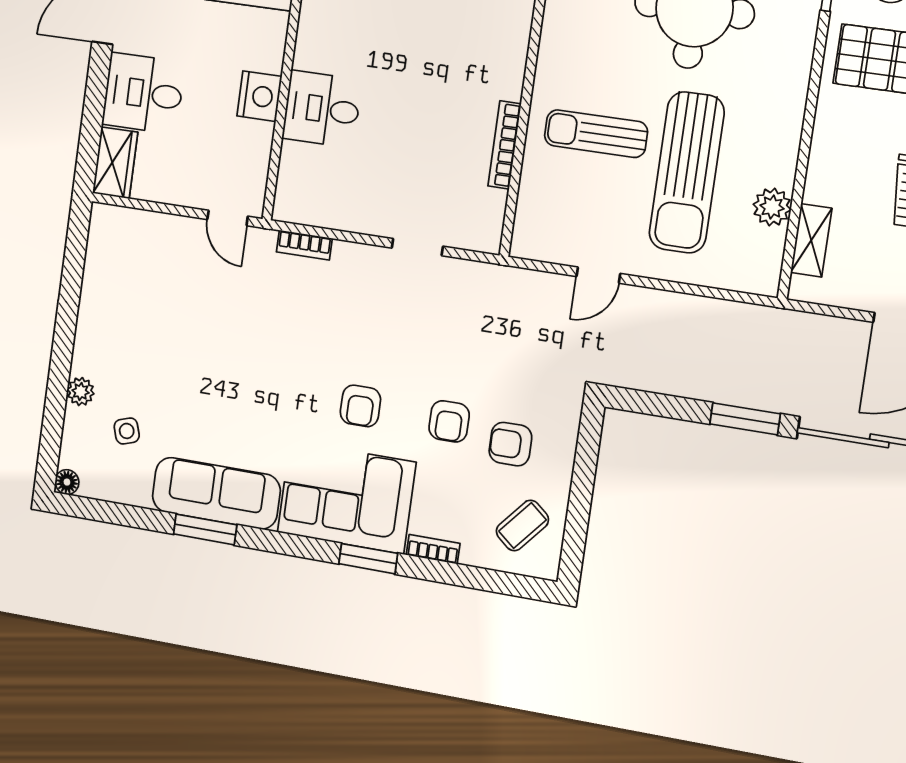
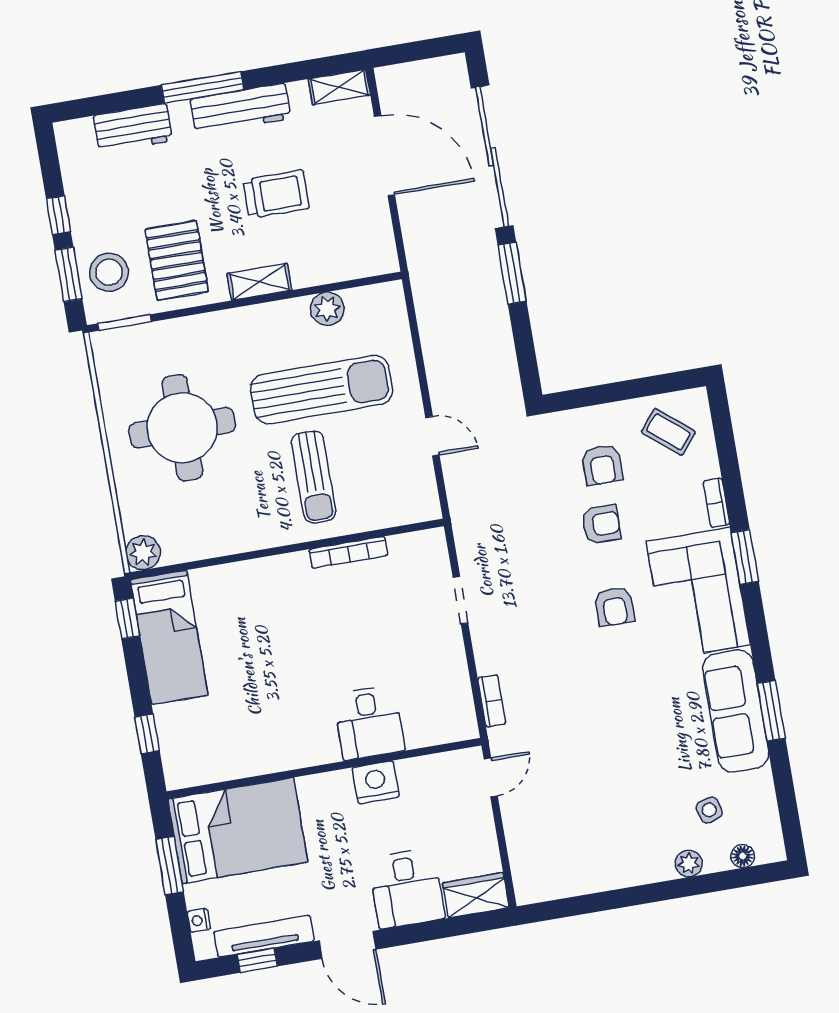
shelving: (811, 240) -> (259, 282), moved
armchair: (360, 406) -> (614, 606), turned 90
floor lamp: (67, 482) -> (743, 856), moved

